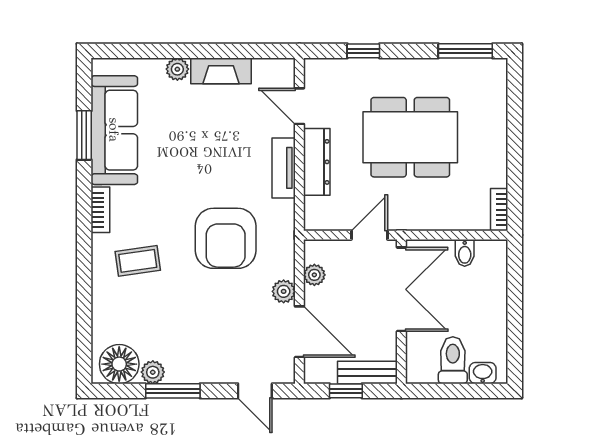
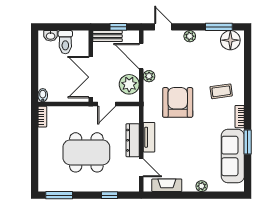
fireplace: (221, 71) -> (167, 185), moved
window: (84, 135) -> (248, 142), moved
bidet: (465, 253) -> (43, 95), moved
plant: (314, 275) -> (129, 84), width x1.88, depth x1.88
plant: (153, 372) -> (190, 36), moved
window: (173, 391) -> (219, 27), moved

